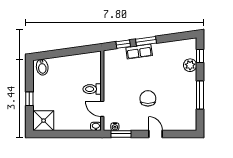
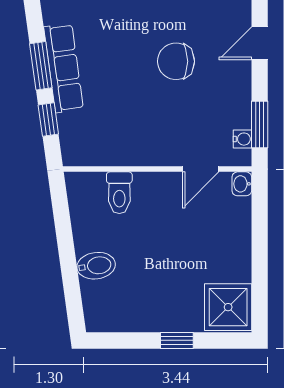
row of seats: (139, 51) -> (64, 68), width x1.48
bidet: (42, 67) -> (96, 266), moved
toilet: (92, 89) -> (119, 193), moved

